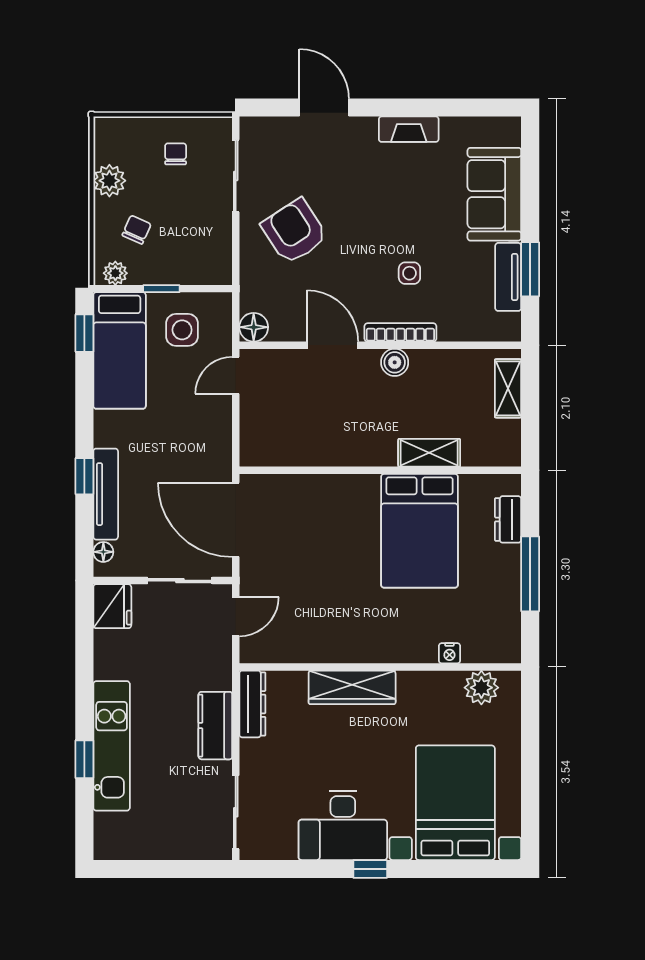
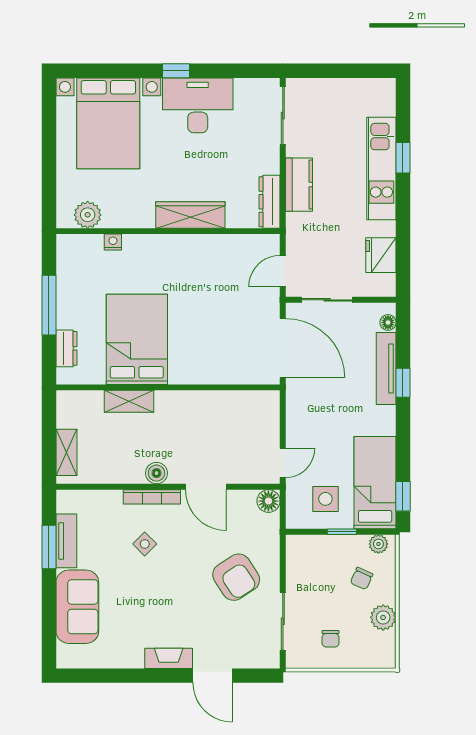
fireplace: (409, 129) -> (169, 658), moved
side table: (409, 273) -> (145, 544), turned 45
fridge: (112, 606) -> (381, 255), moved

